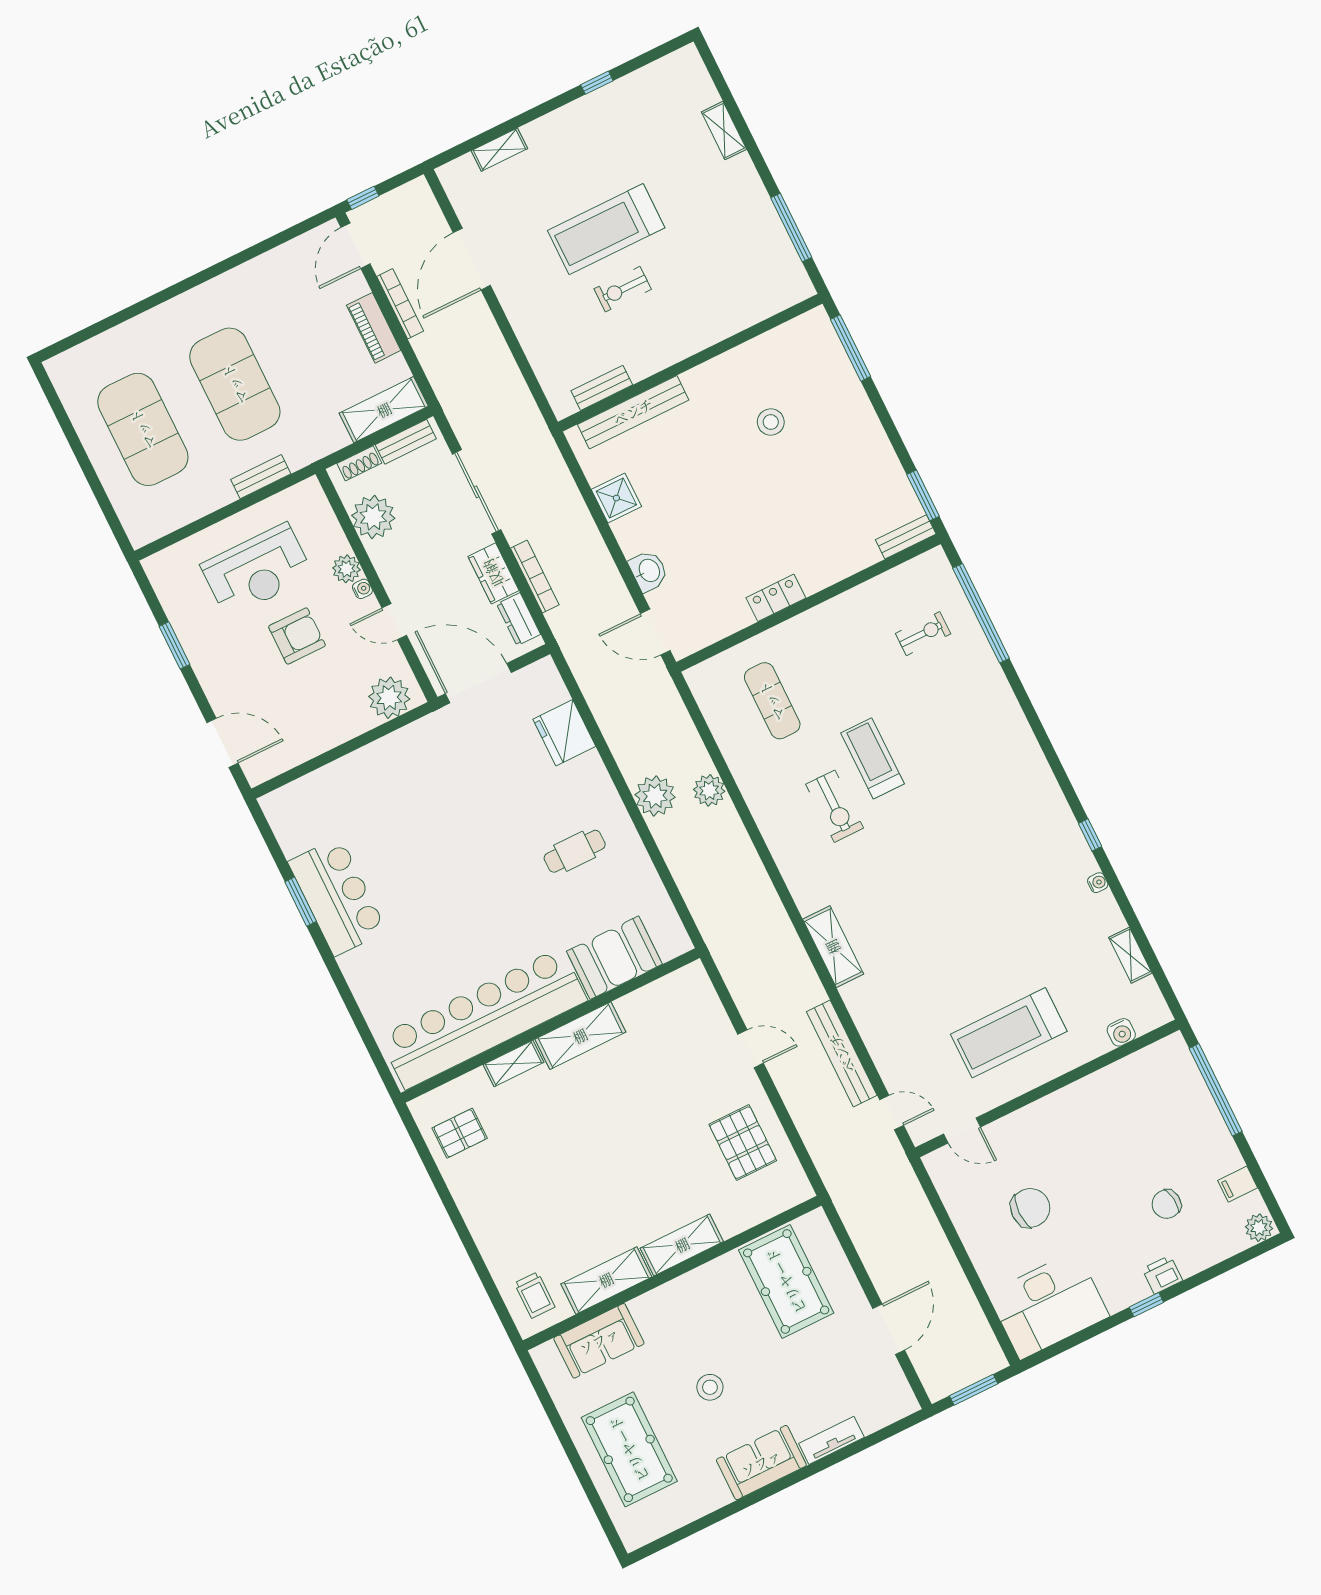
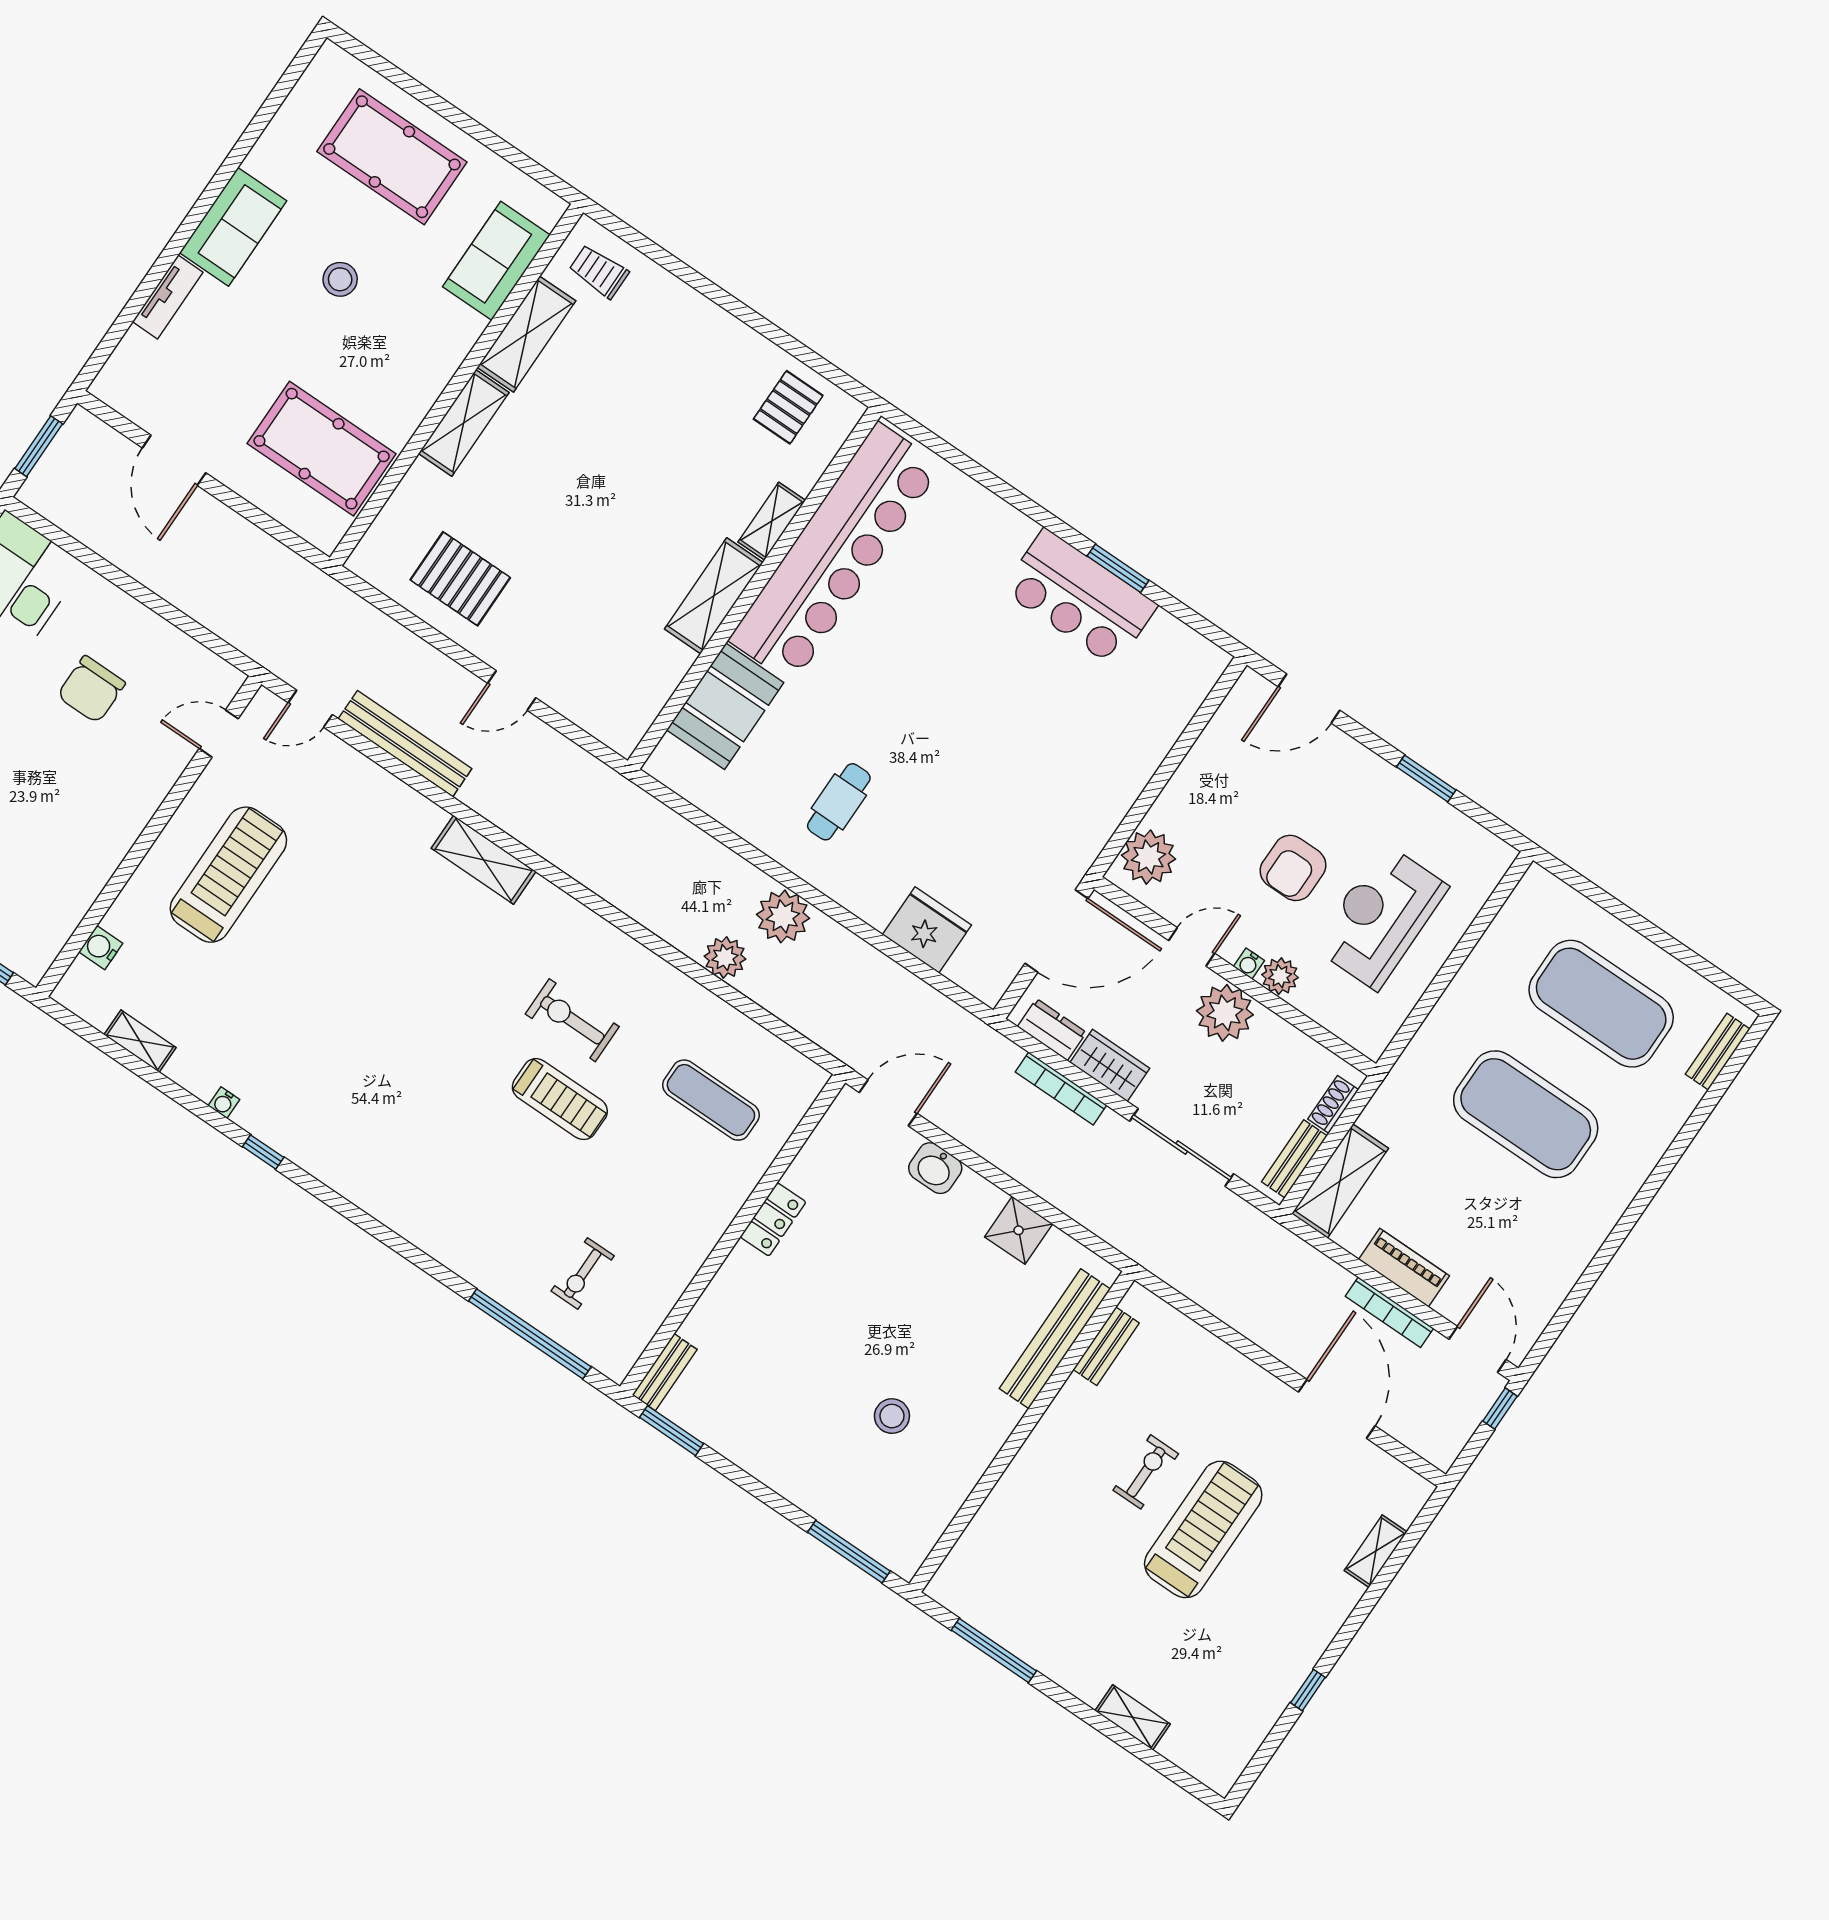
bench: (261, 477) -> (1718, 1052), moved
plant: (373, 517) -> (1225, 1013), moved

